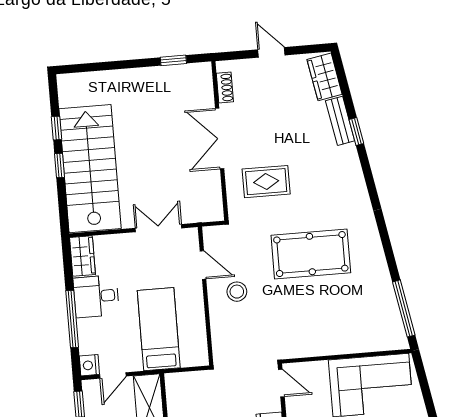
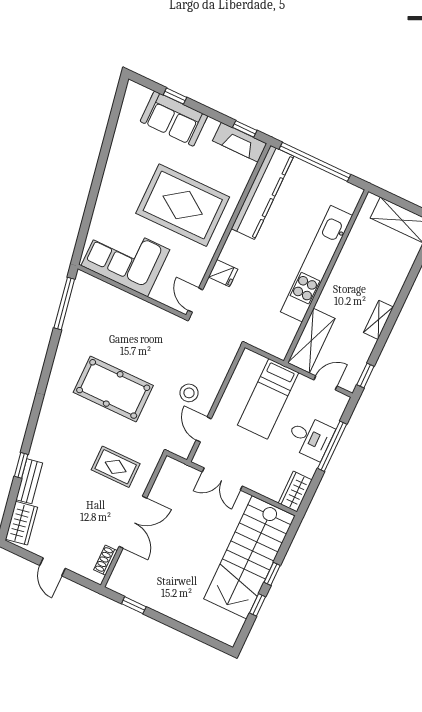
desk: (96, 296) -> (310, 437), moved
nightstand: (89, 365) -> (340, 402), removed

